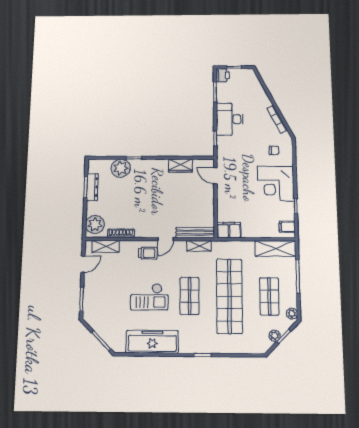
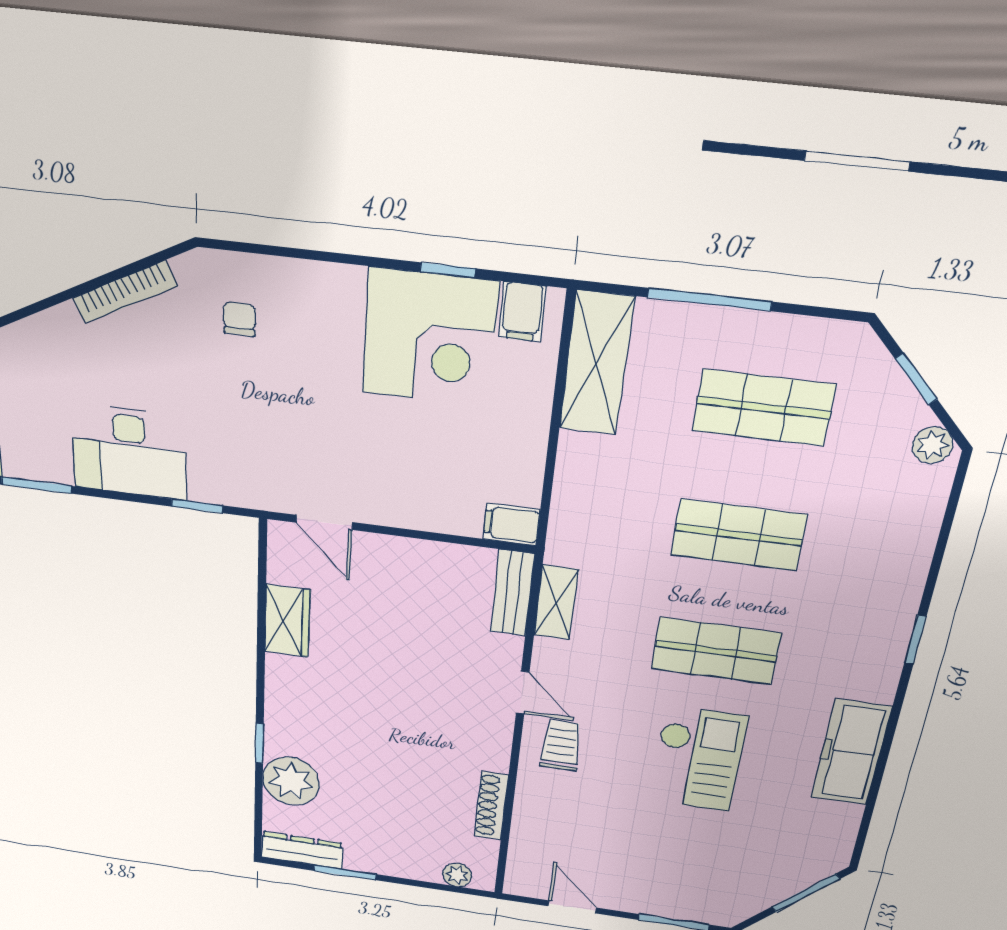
door: (215, 176) -> (324, 522), hinge flipped
corner desk: (276, 184) -> (429, 338), moved
dresser: (92, 187) -> (302, 850), moved
plant: (95, 225) -> (457, 875), width x0.53, depth x0.53
filing cabinet: (229, 230) -> (511, 524), width x0.50
bench: (195, 233) -> (512, 593), width x0.73
shelving: (106, 246) -> (526, 848), removed
shop shelf: (229, 296) -> (739, 535), width x0.50, depth x0.74
plant: (292, 314) -> (841, 339), removed
plant: (275, 336) -> (932, 445), moved
freezer: (152, 342) -> (851, 752), width x0.73, depth x0.79

